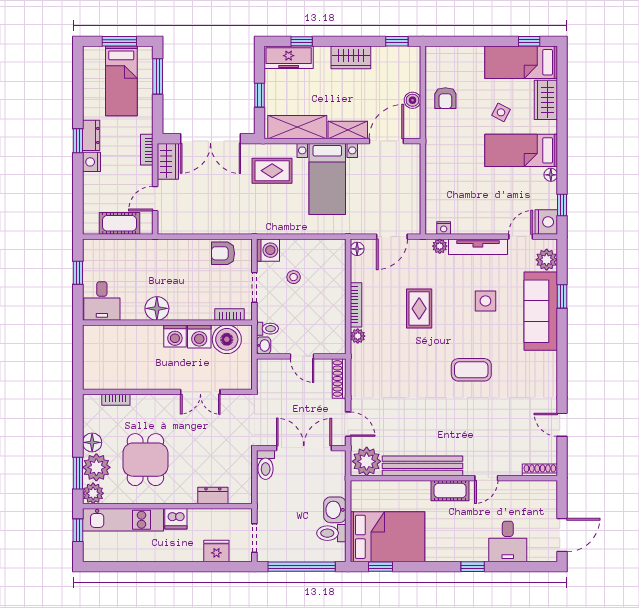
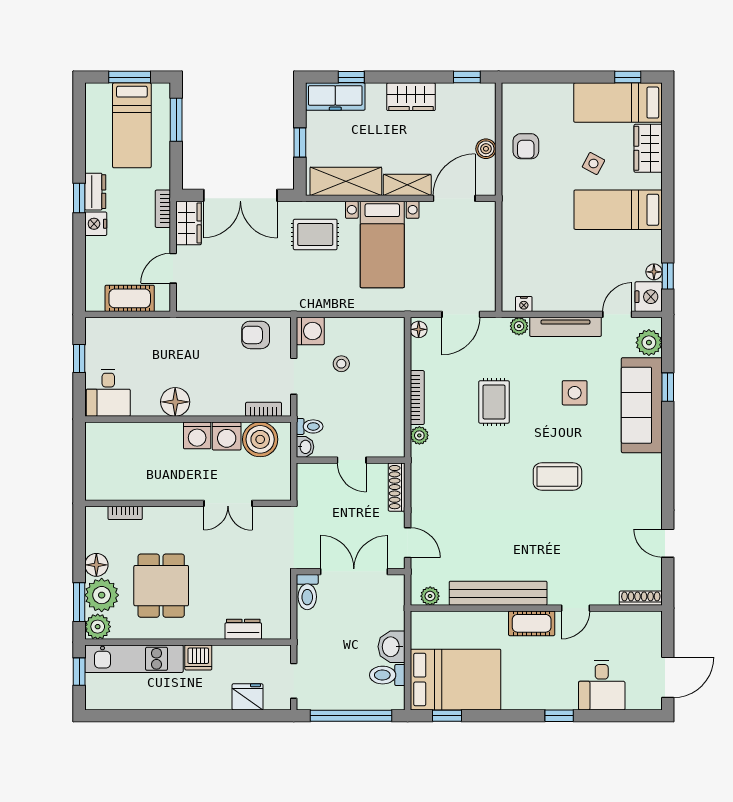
floor lamp: (551, 175) -> (654, 272), moved
plant: (367, 461) -> (430, 596), width x0.53, depth x0.53

